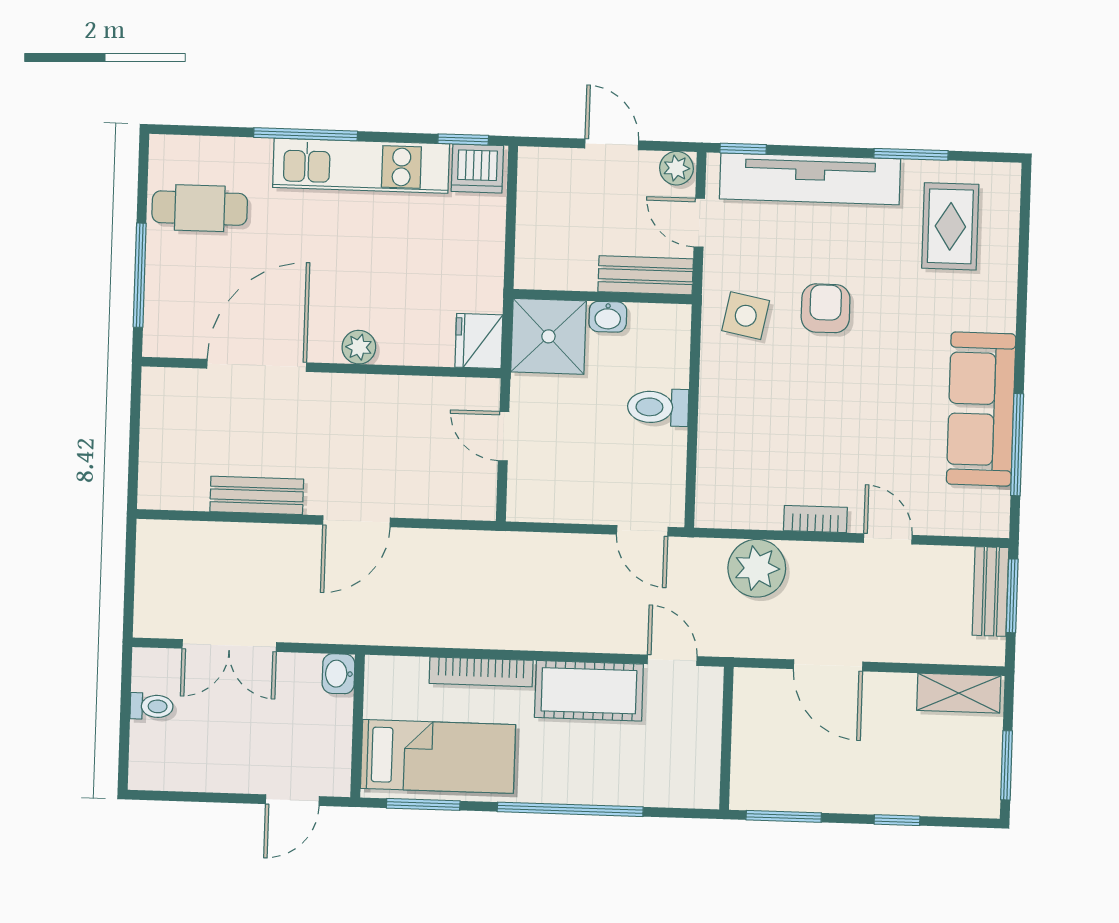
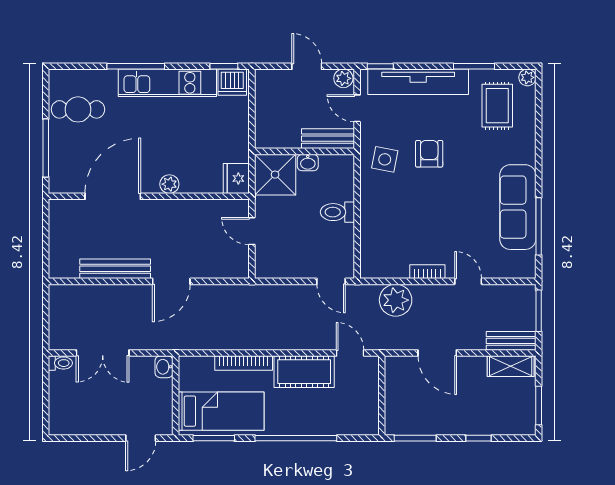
plant: (1006, 177) -> (527, 77), added
bench: (257, 495) -> (115, 269), width x1.36
bench: (990, 591) -> (511, 341), moved, turned 90
toilet: (152, 706) -> (60, 363), moved

